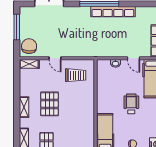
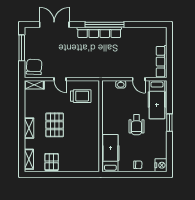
row of seats: (113, 12) -> (99, 32), moved
wheelchair: (131, 104) -> (137, 125), turned 180

